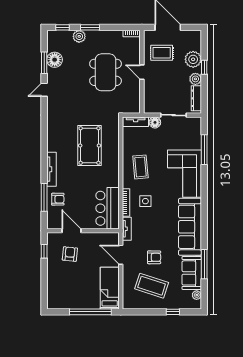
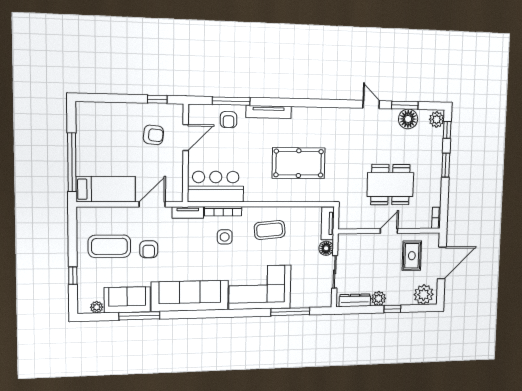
plant: (79, 36) -> (437, 120), moved
plant: (193, 59) -> (424, 295), moved
coffee table: (152, 286) -> (109, 246), turned 72

